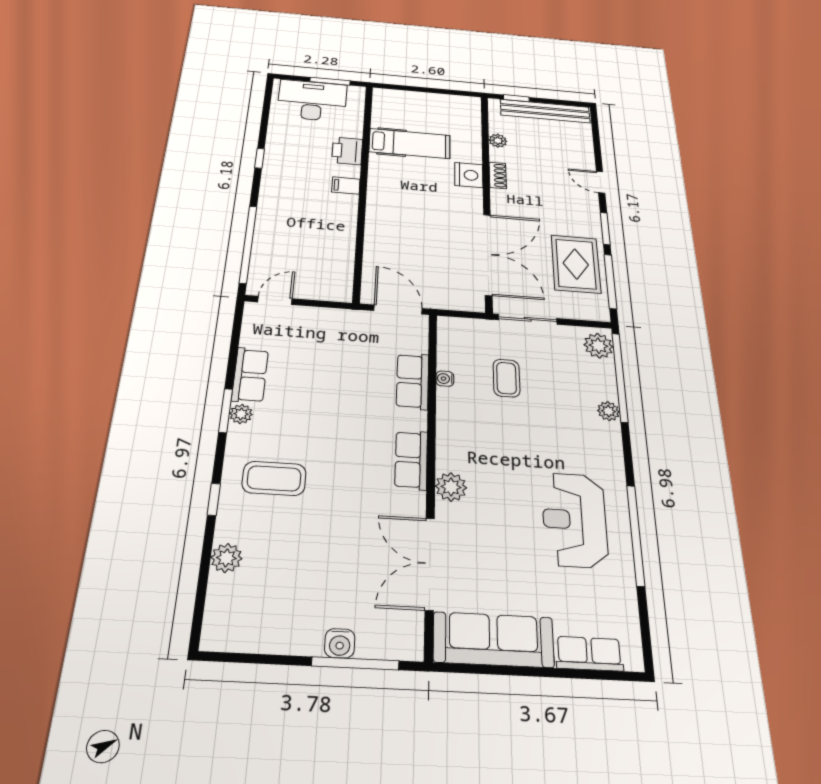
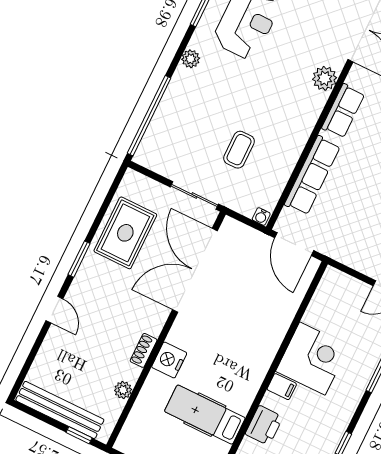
corner desk: (326, 217) -> (312, 359), added
window: (610, 281) -> (105, 205), removed
plant: (598, 346) -> (150, 150), removed
water cooler: (445, 379) -> (261, 217), moved, turned 90
row of seats: (413, 381) -> (312, 175), width x1.48
plant: (608, 411) -> (191, 59), moved

